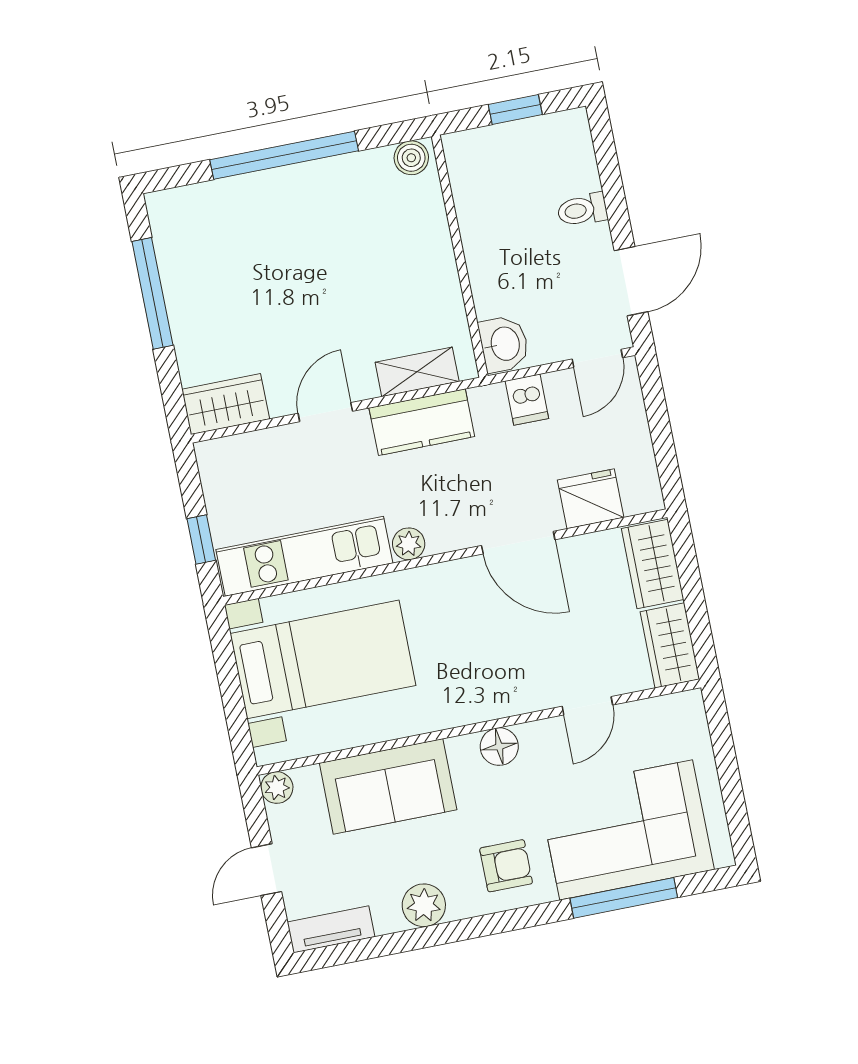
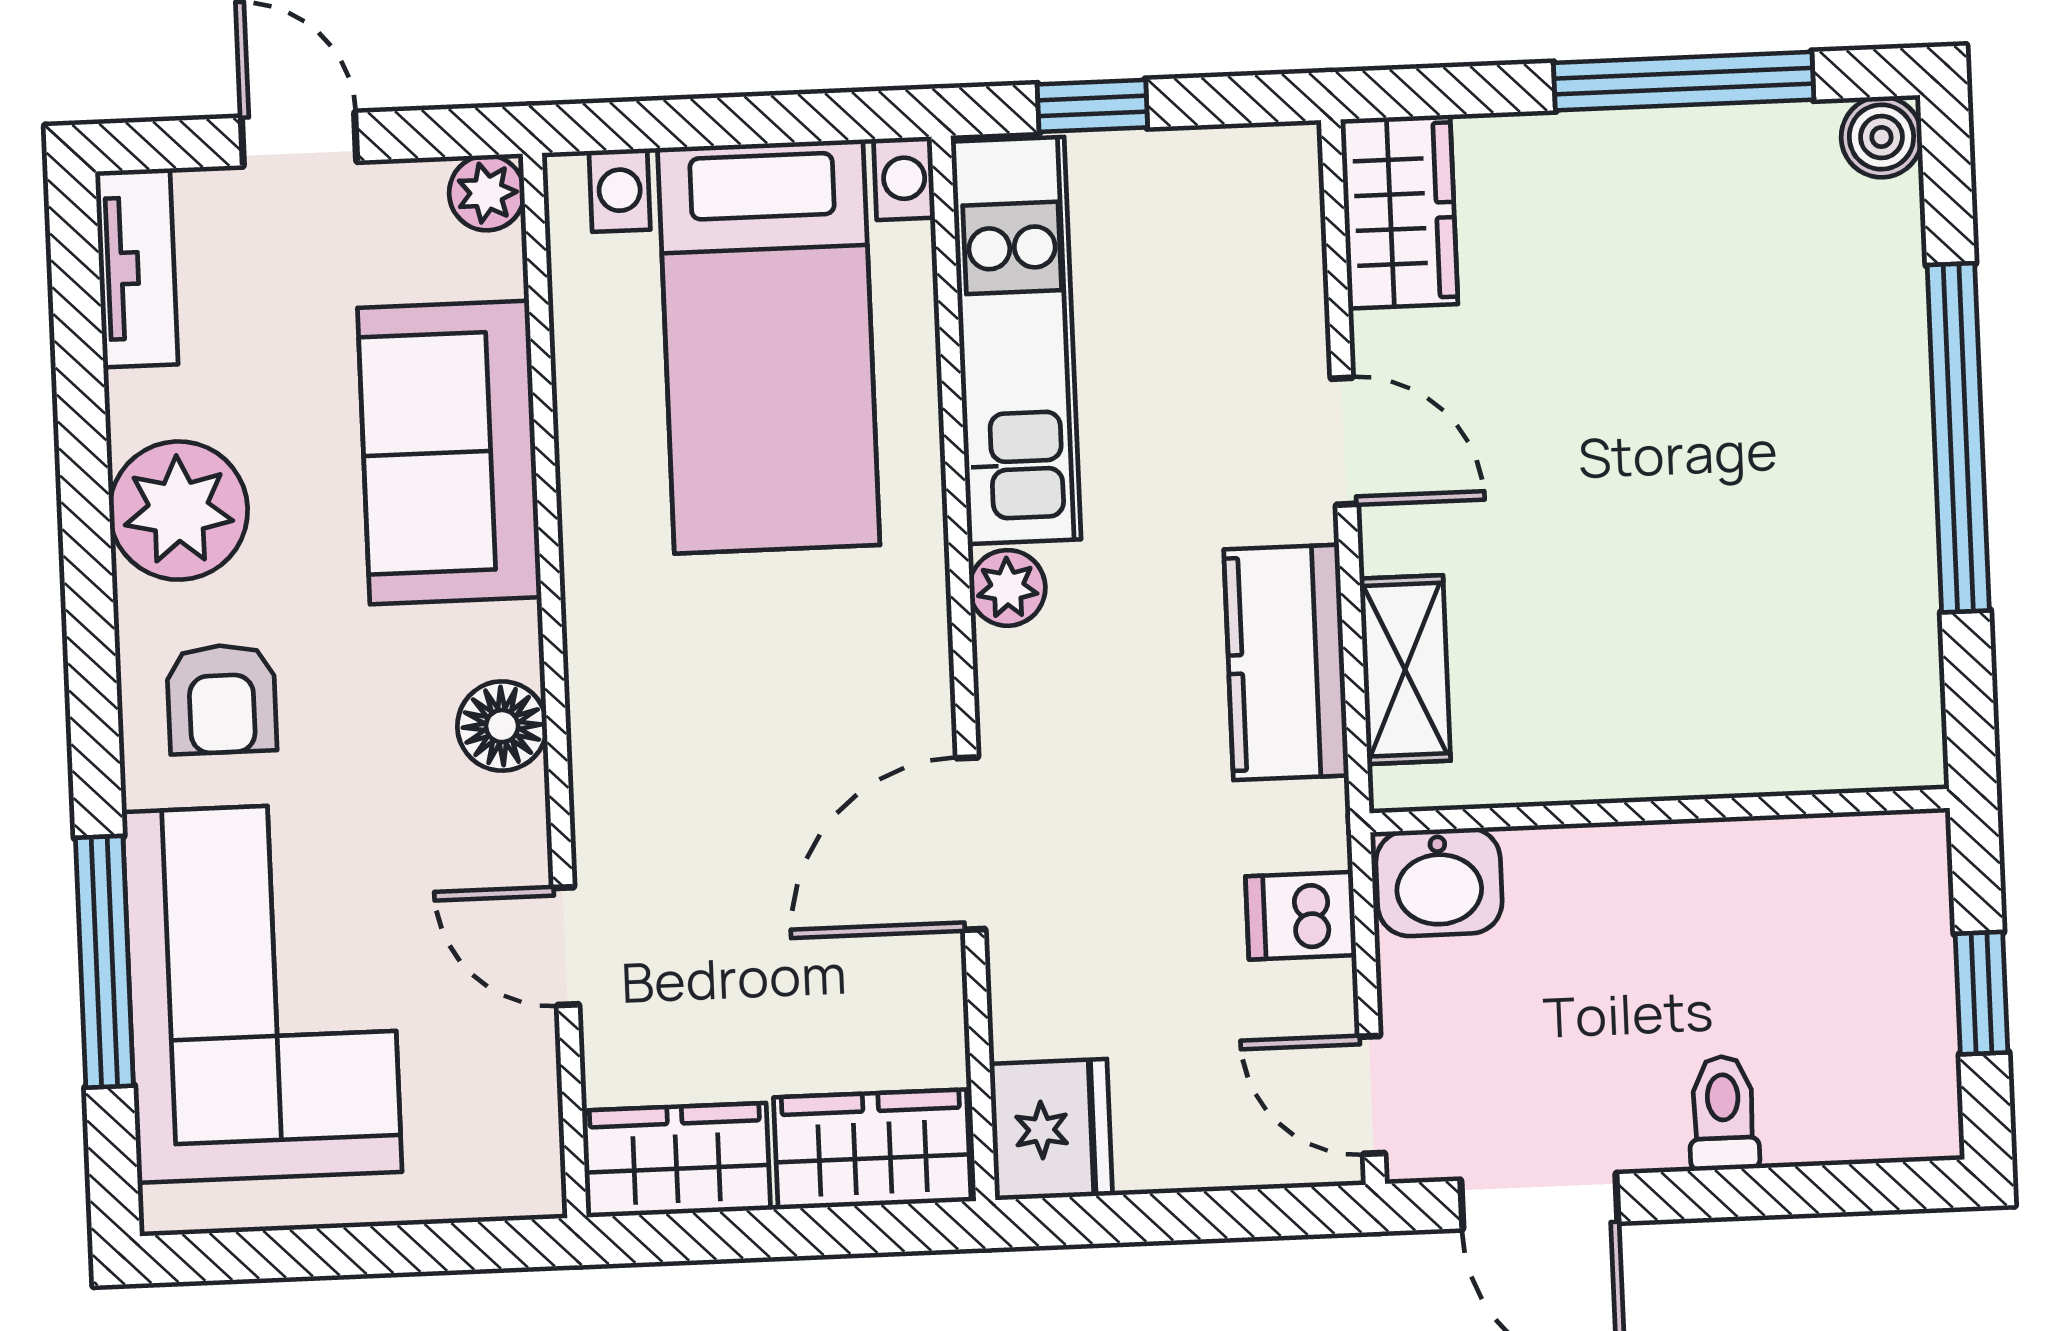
boiler: (411, 158) -> (1881, 137), moved
fridge: (591, 499) -> (1051, 1130), moved
plant: (424, 905) -> (178, 511), width x1.36, depth x1.36

